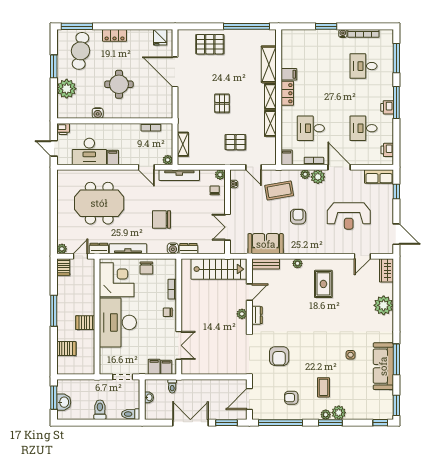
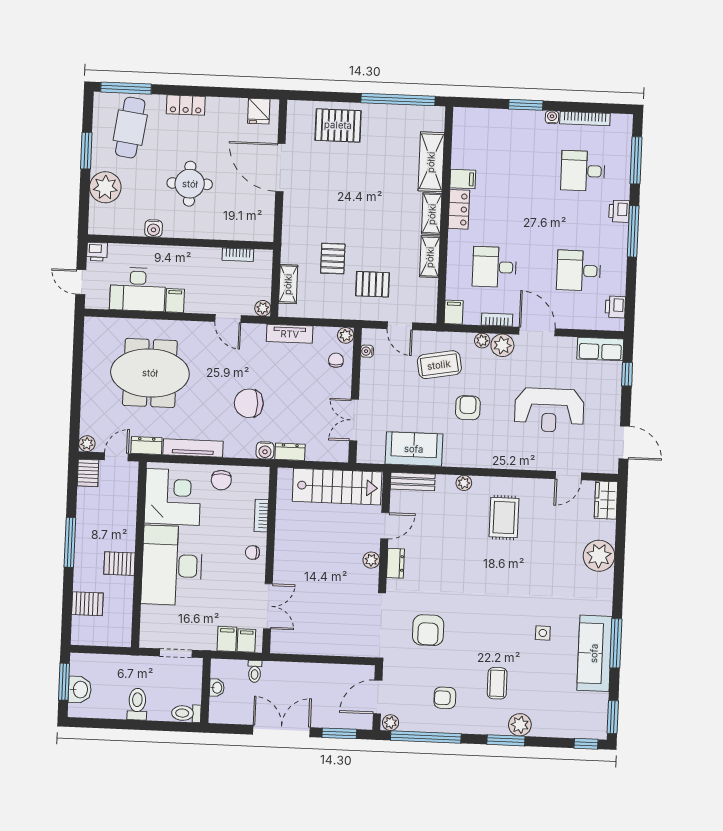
pallet: (222, 103) -> (333, 259), moved
printer: (387, 107) -> (619, 211), moved
tv unit: (179, 175) -> (290, 334), width x0.71
plant: (326, 415) -> (391, 723), moved

